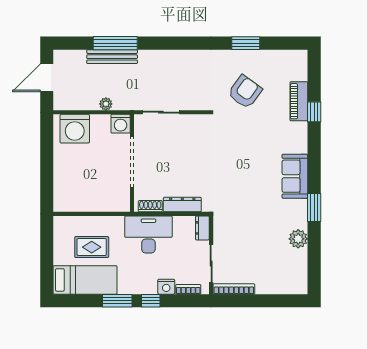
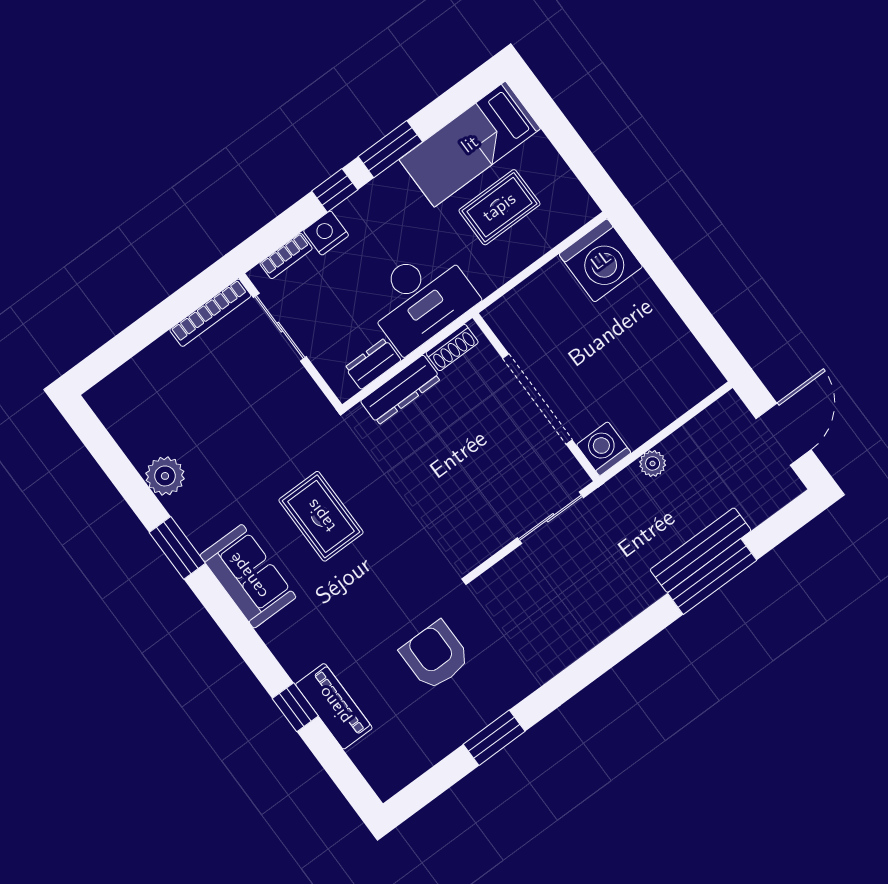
armchair: (245, 92) -> (435, 655), turned 144
washing machine: (75, 129) -> (601, 260), moved, turned 180
rug: (249, 178) -> (321, 516), added
dresser: (202, 228) -> (373, 364), moved, turned -90

